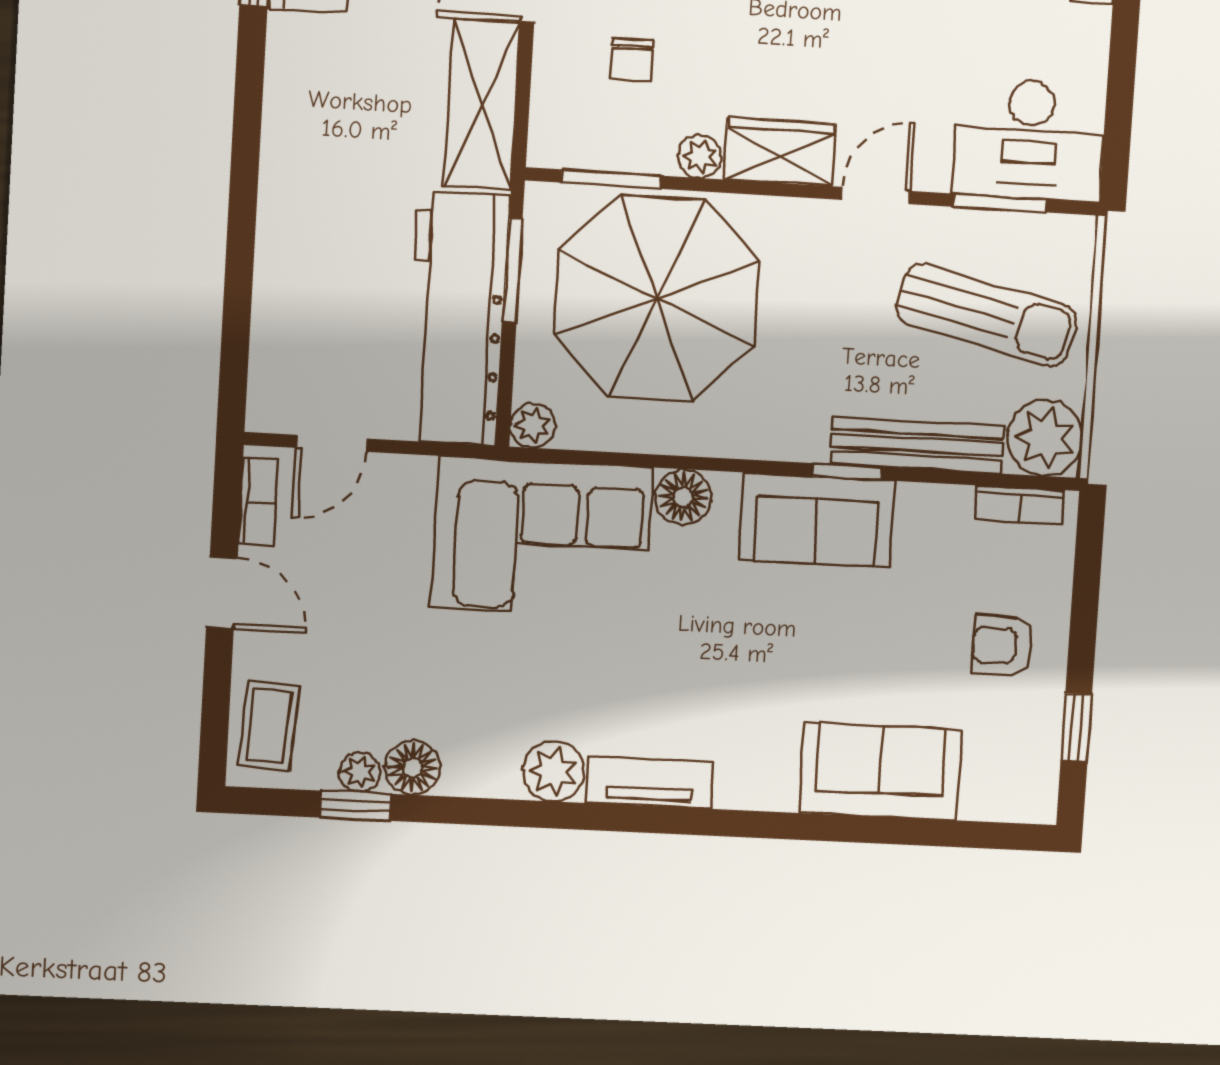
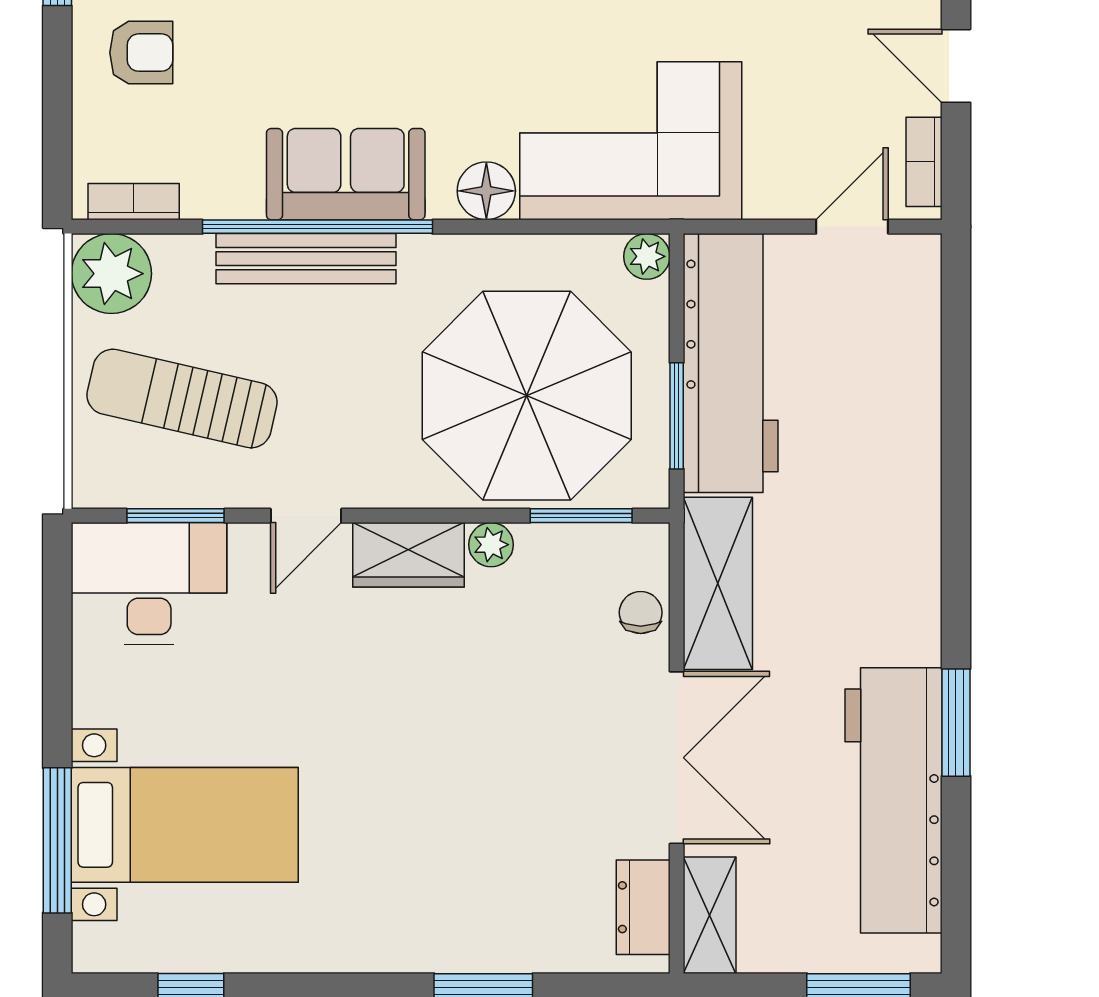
chair: (632, 59) -> (641, 613), moved
bench: (917, 445) -> (306, 259), moved
window: (847, 472) -> (318, 227), width x3.17

